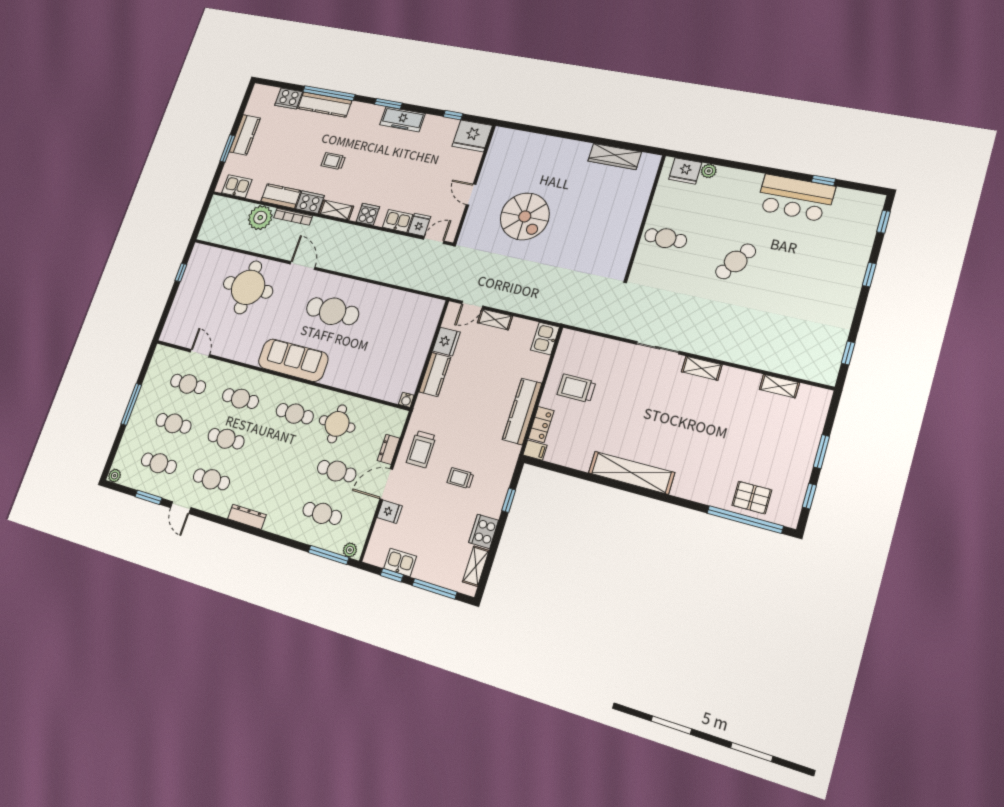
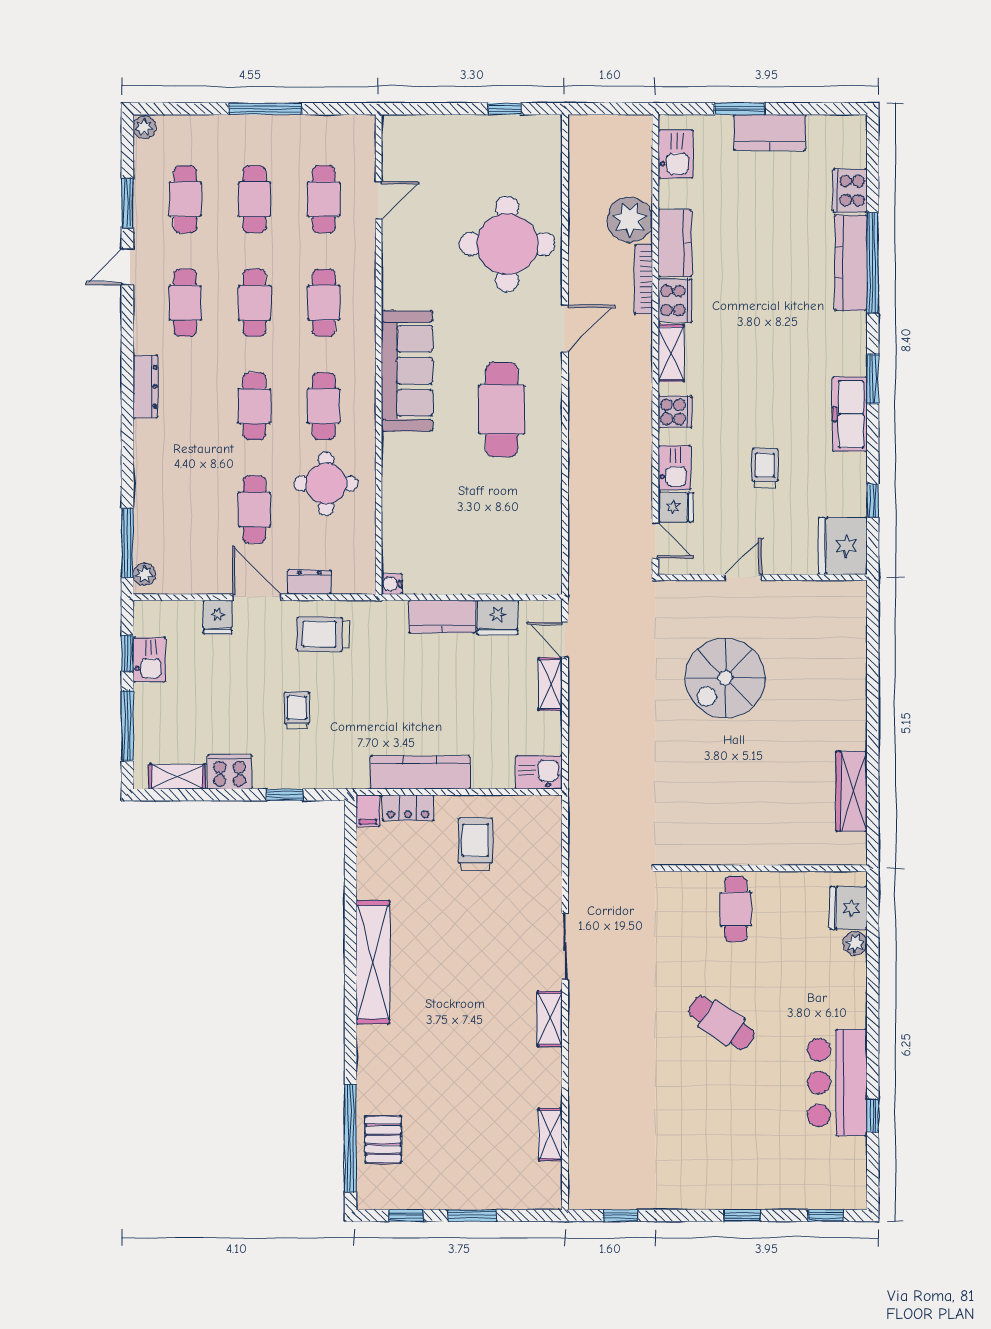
trolley: (333, 161) -> (765, 468), moved
cafe table: (322, 513) -> (254, 406), moved

